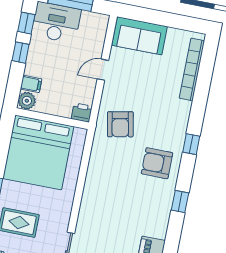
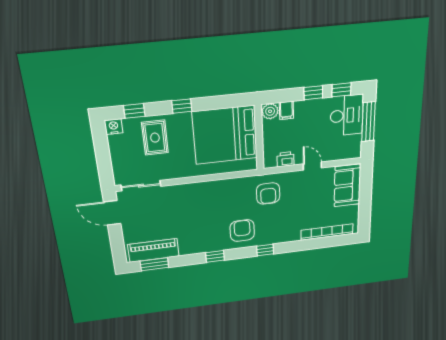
printer: (82, 113) -> (285, 159), moved, turned -90
armchair: (120, 124) -> (268, 193), turned -79

